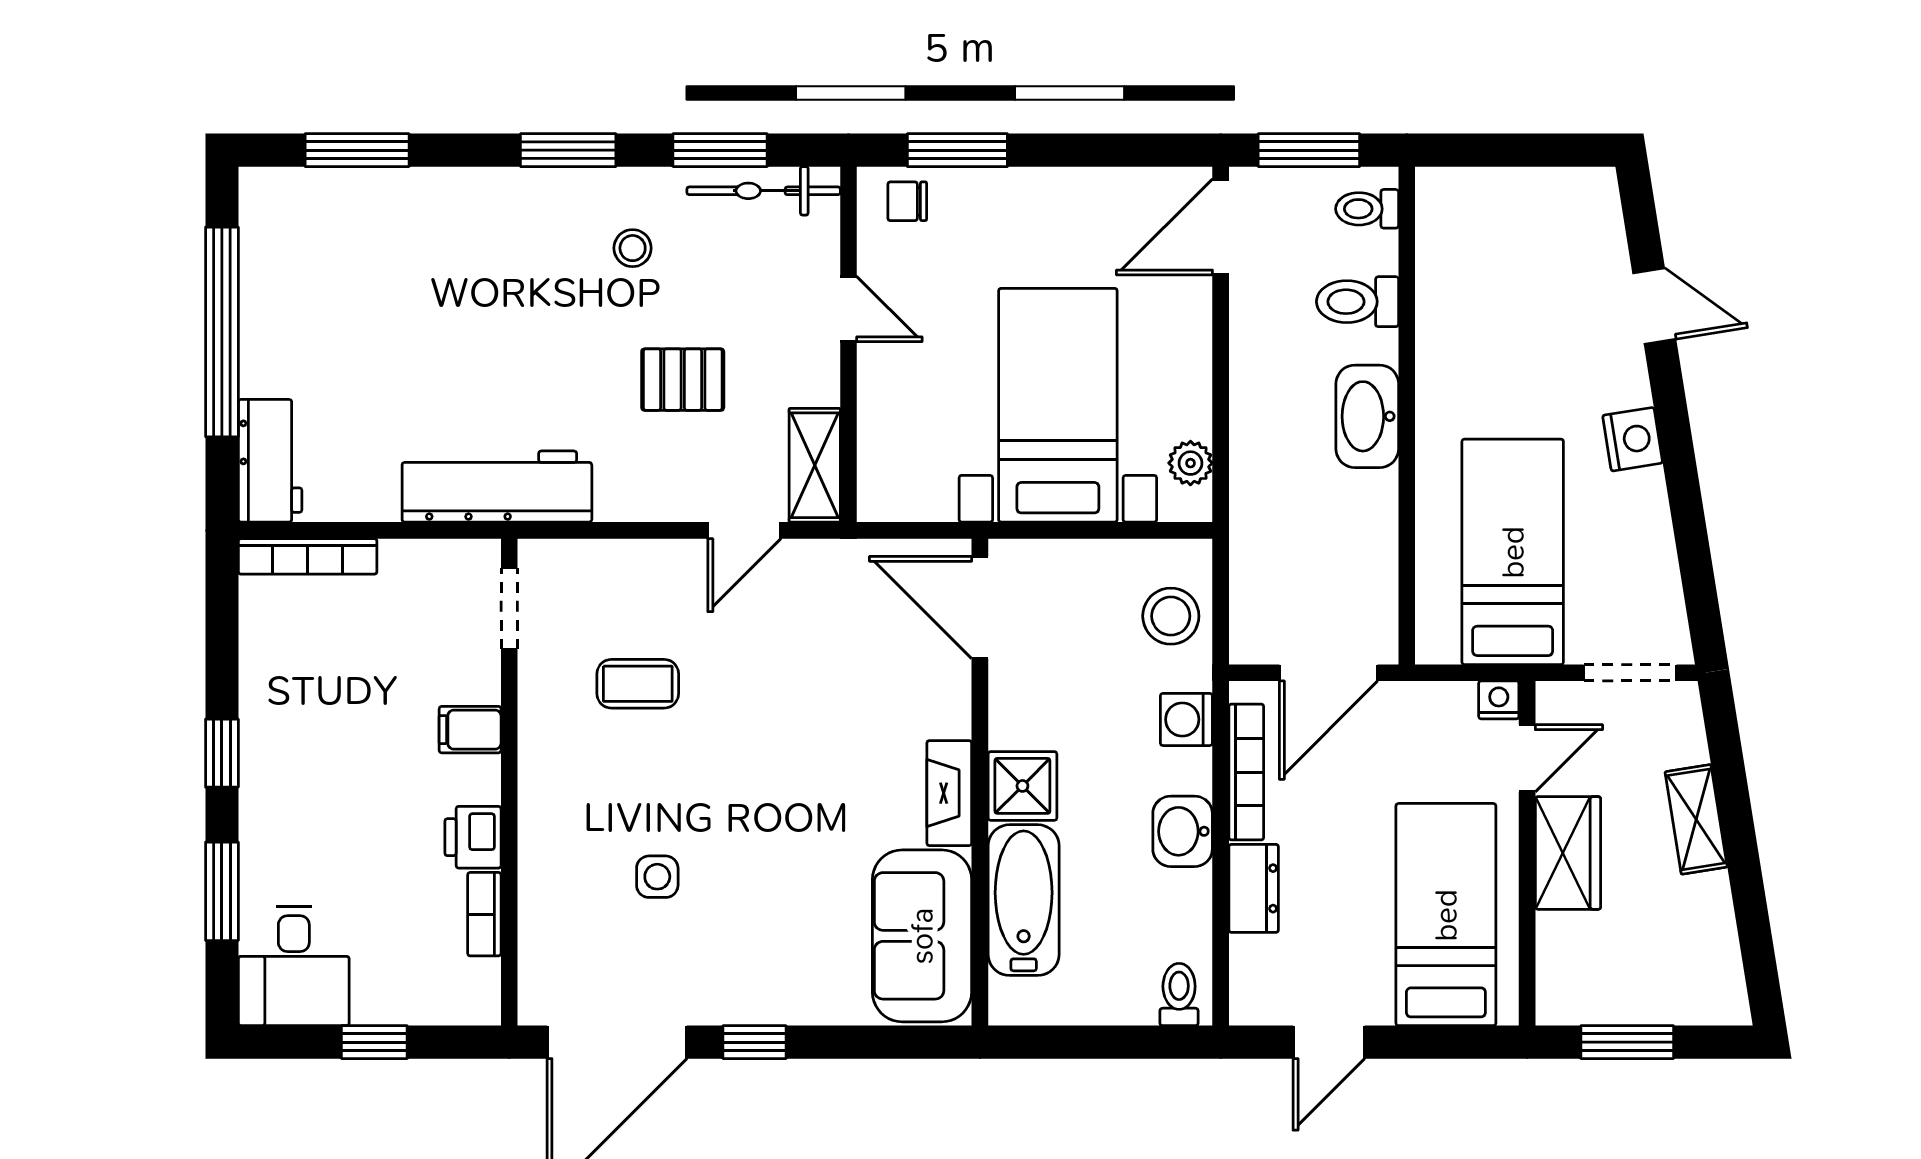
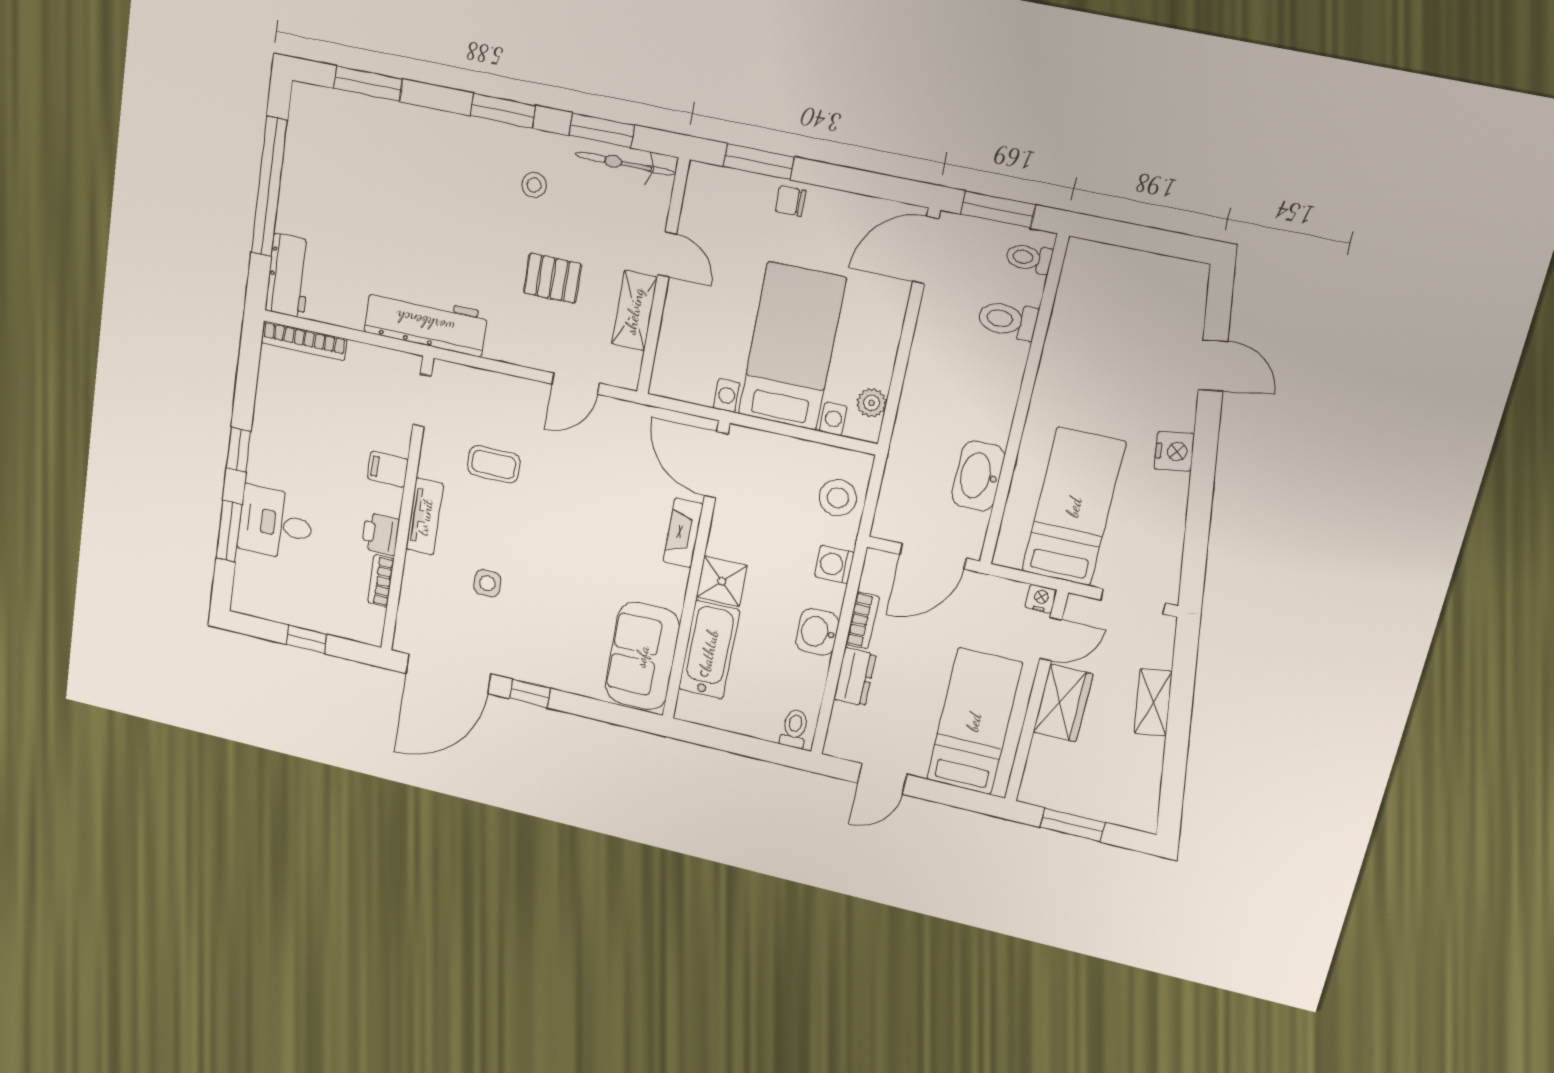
chair: (907, 201) -> (791, 201), moved
washbasin: (1367, 416) -> (978, 476), moved
shelving: (815, 465) -> (634, 311), moved
bookcase: (1246, 772) -> (862, 620), width x0.64
tv unit: (540, 792) -> (425, 517), added
fireplace: (949, 793) -> (683, 533), moved
desk: (294, 966) -> (276, 523), moved, turned 90

